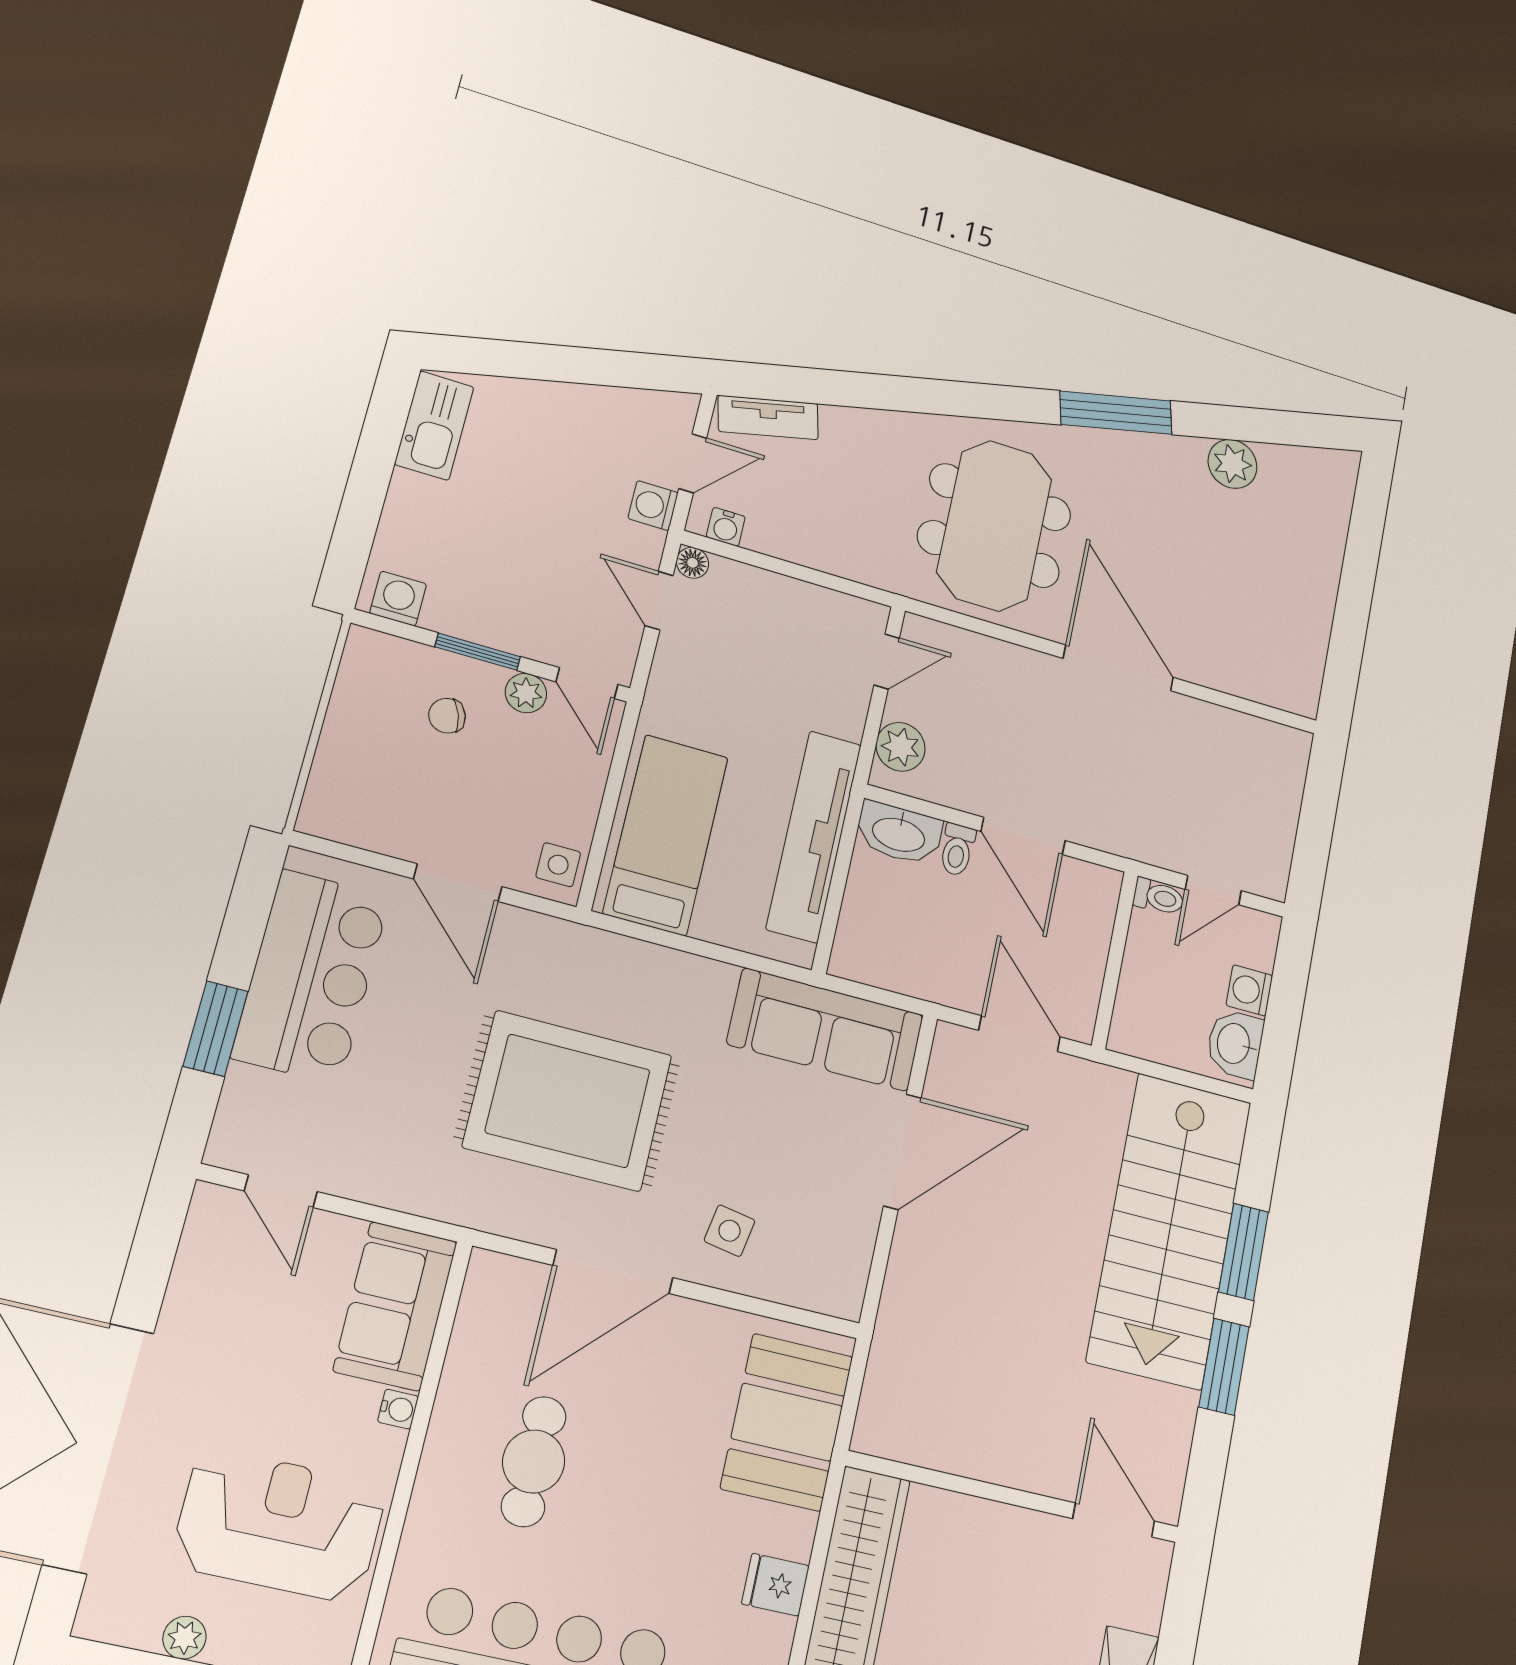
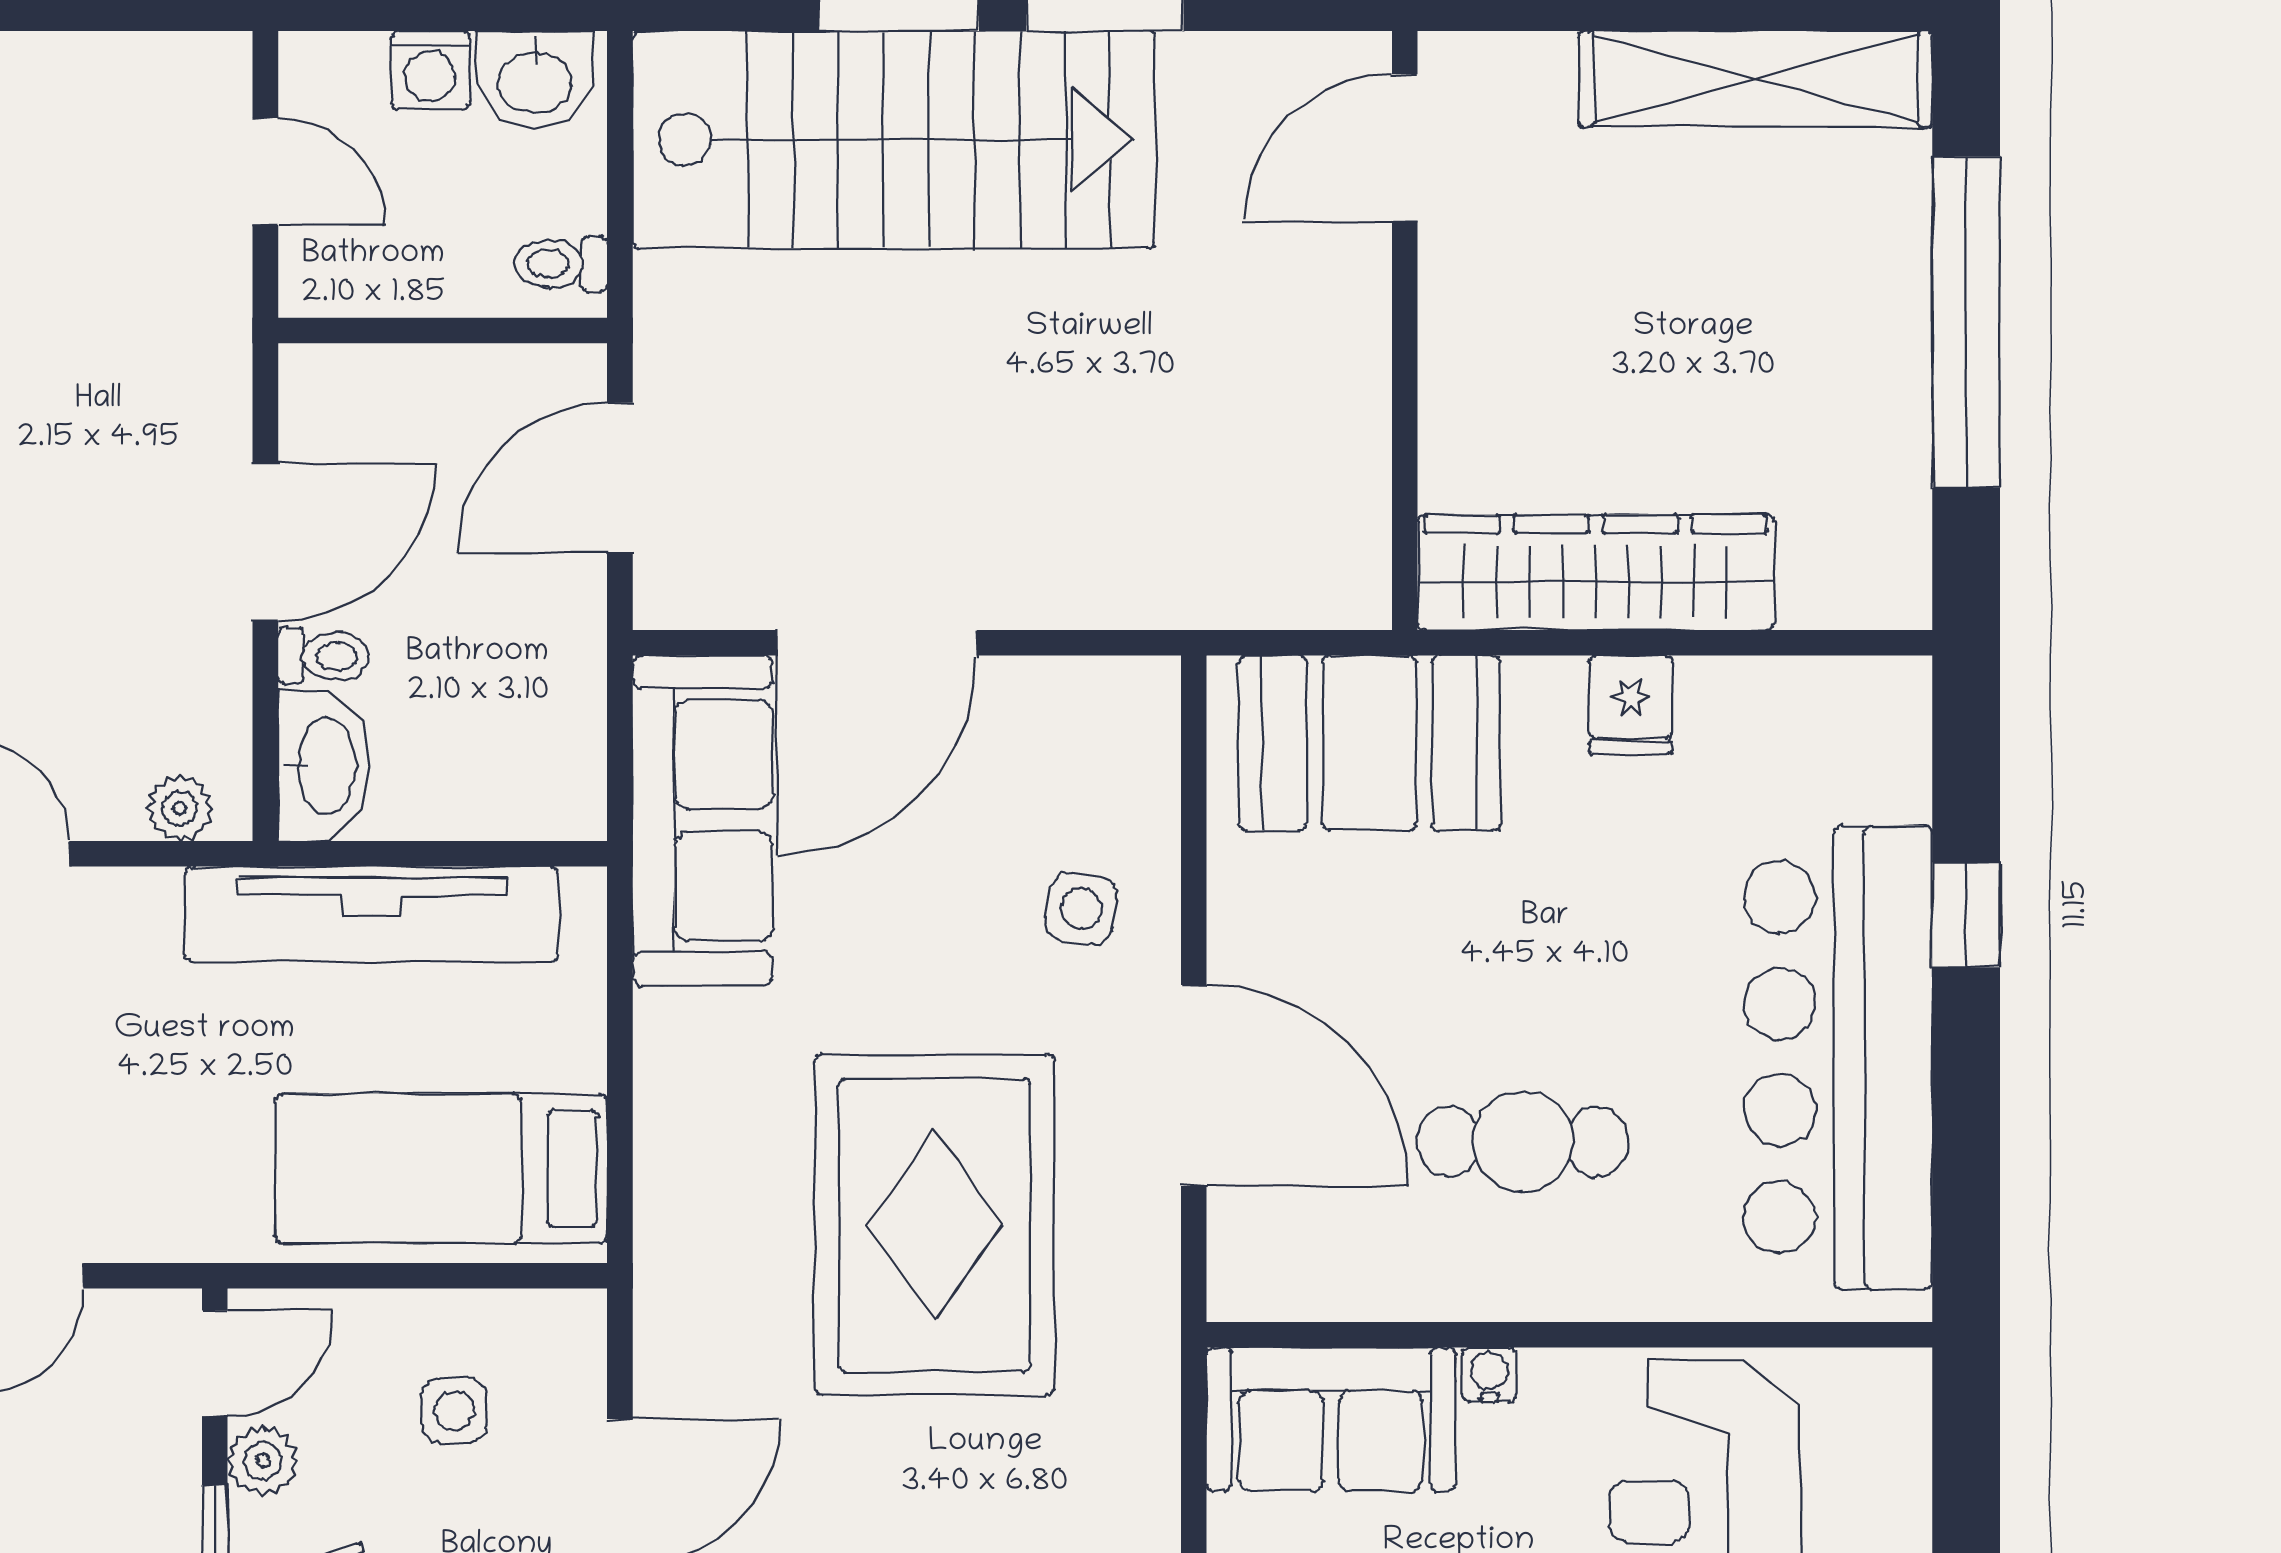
plant: (901, 747) -> (180, 808), width x0.73, depth x0.73
side table: (558, 865) -> (454, 1410), moved
toilet: (1159, 897) -> (561, 264), moved, turned -90
door: (902, 1152) -> (877, 643), swing flipped

